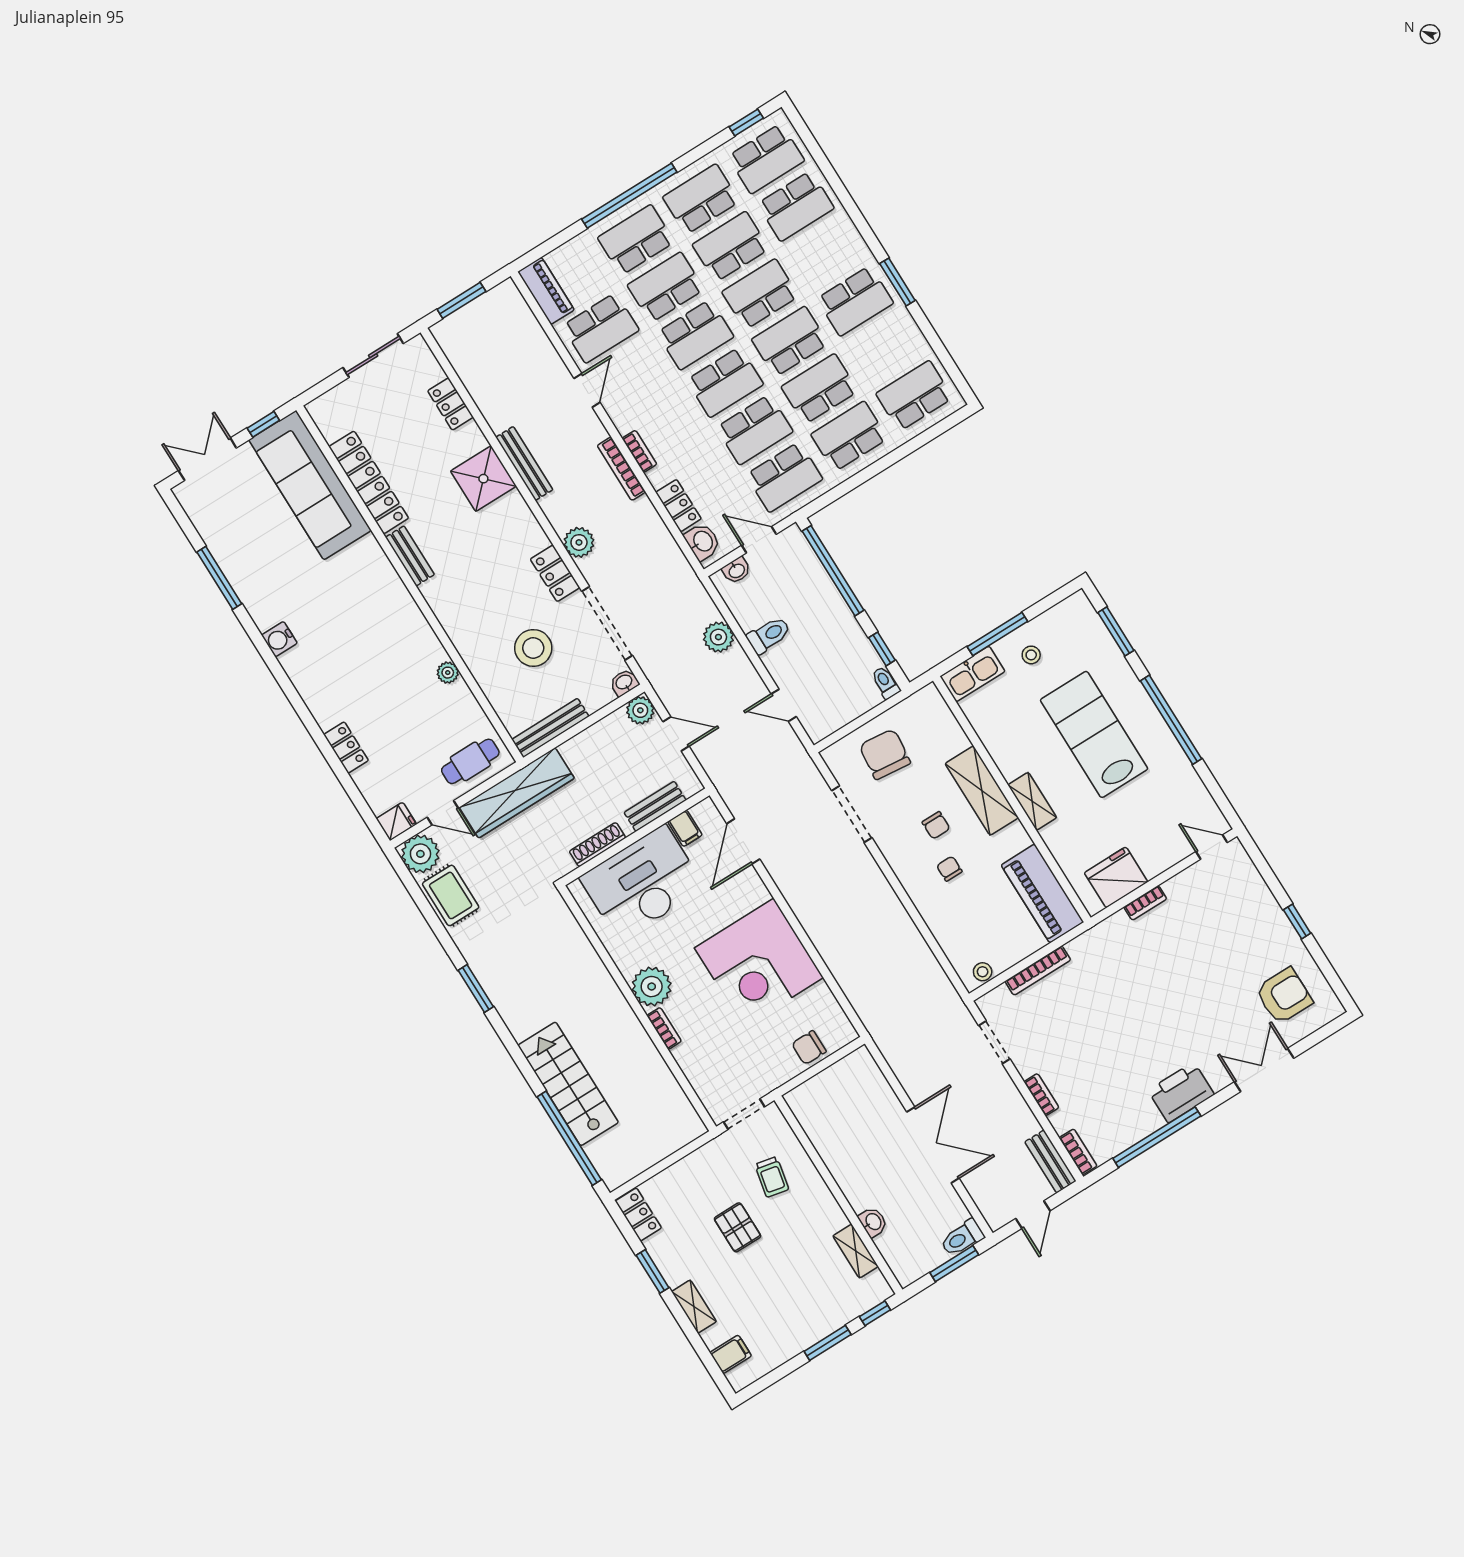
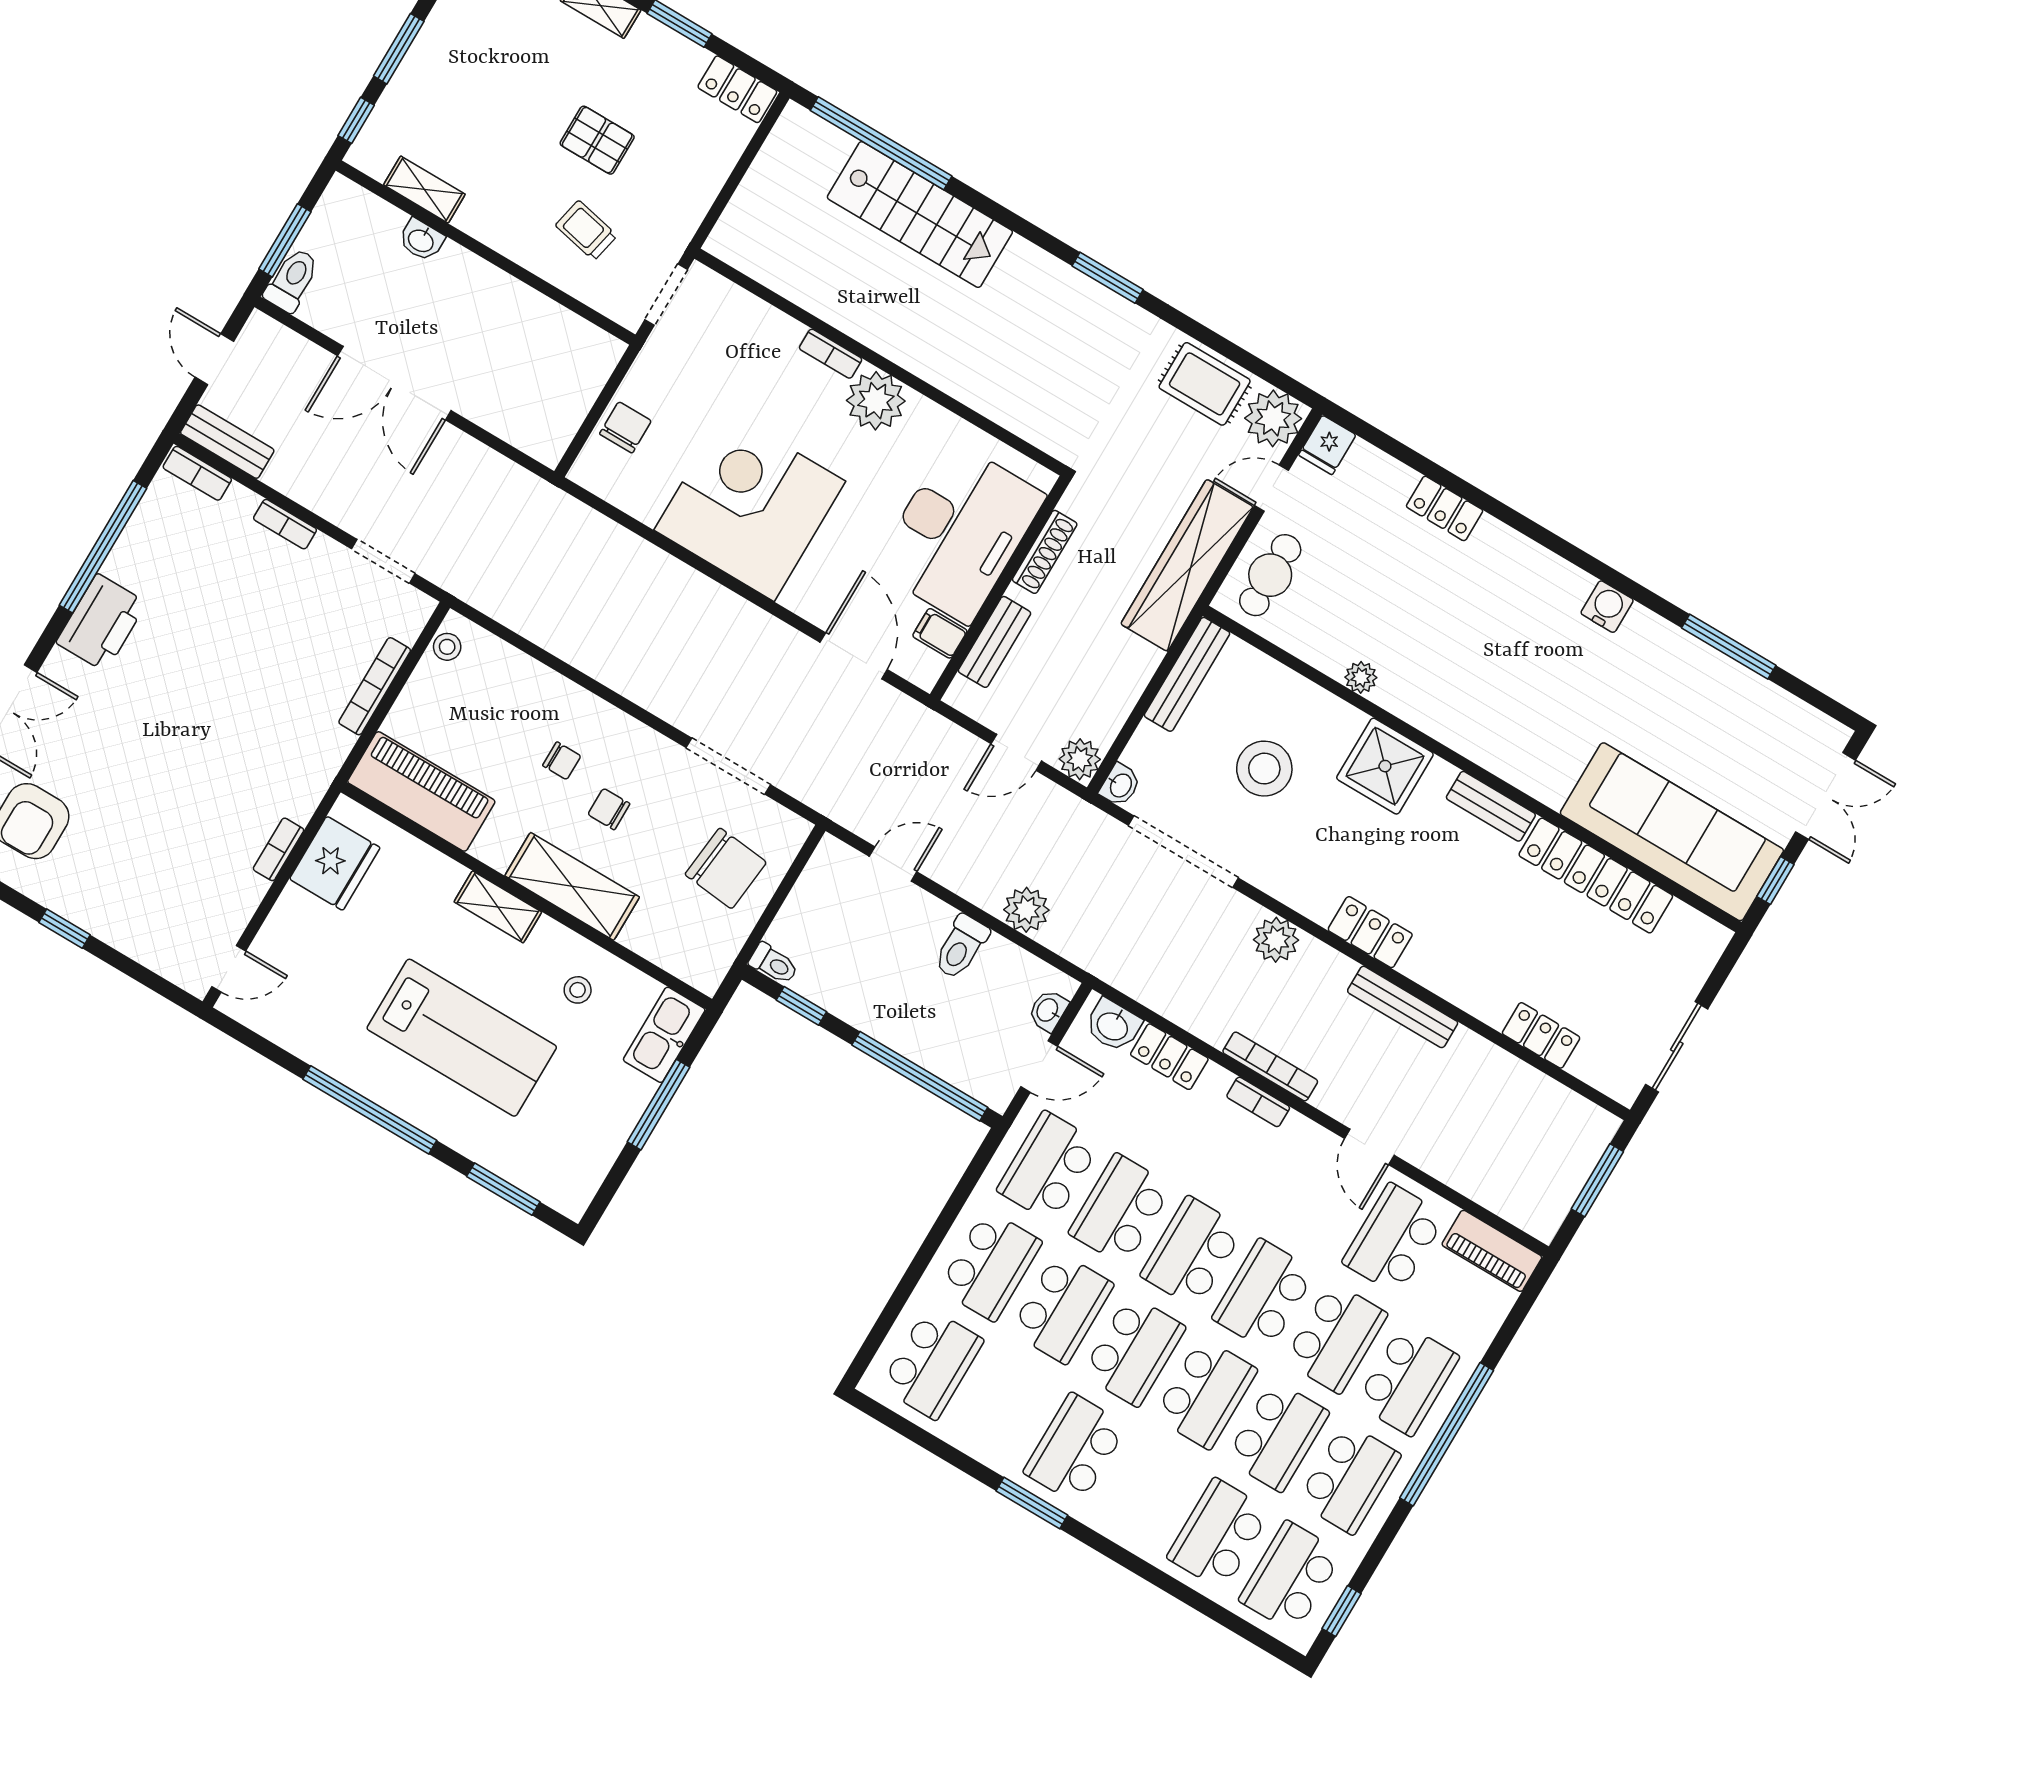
shower: (483, 479) -> (1385, 766), moved
locker: (555, 573) -> (1370, 932), moved
stool: (1031, 655) -> (578, 990), moved

